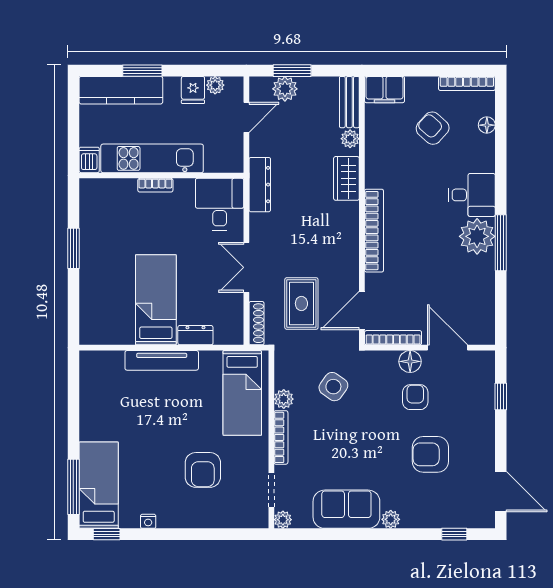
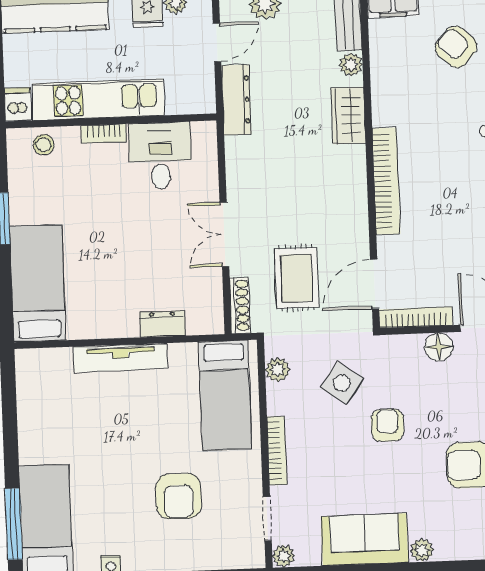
dresser: (260, 185) -> (236, 100), moved
stool: (108, 192) -> (44, 145), added
desk: (220, 204) -> (160, 156), moved
bed: (156, 300) -> (38, 283), moved
armchair: (415, 397) -> (387, 425), moved
plant: (284, 399) -> (277, 370), moved

